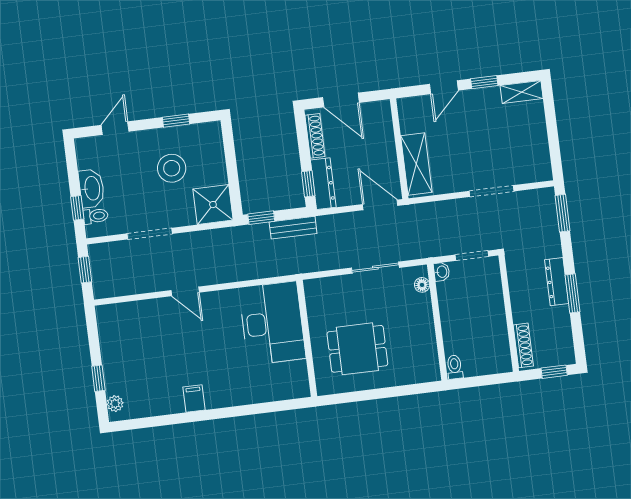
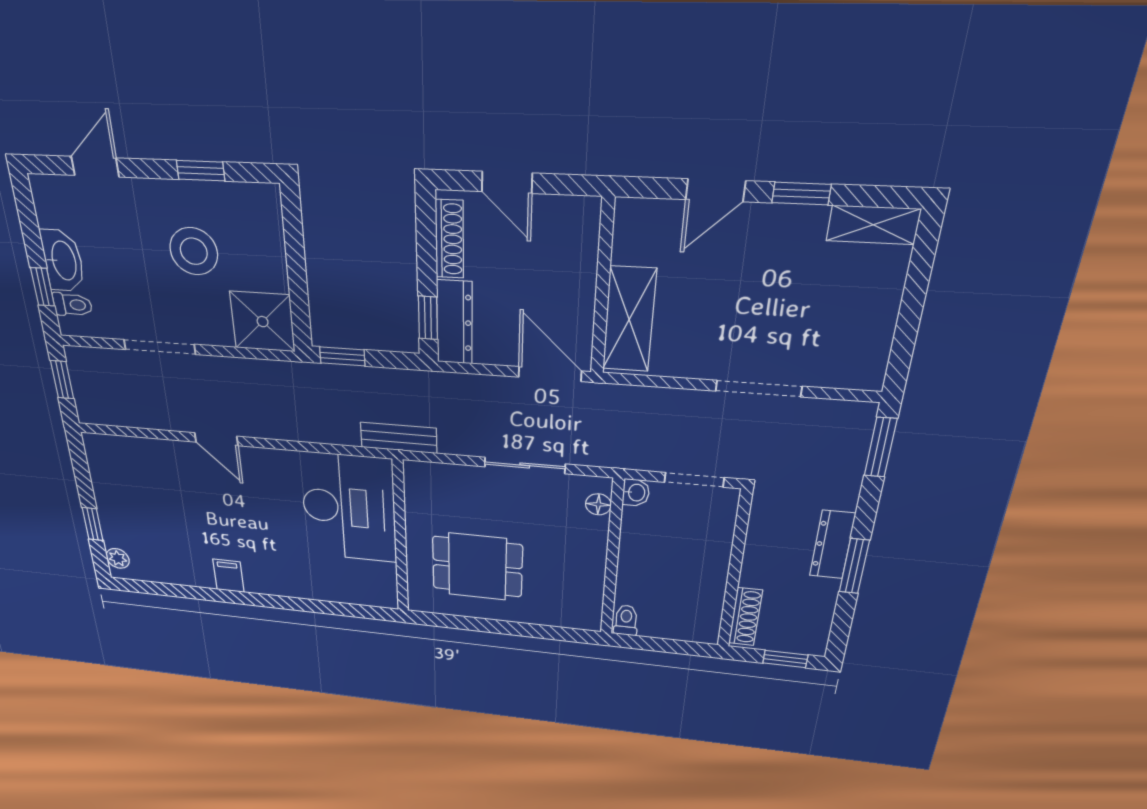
door: (341, 100) -> (507, 182), width x0.73
bench: (293, 228) -> (399, 438), moved

